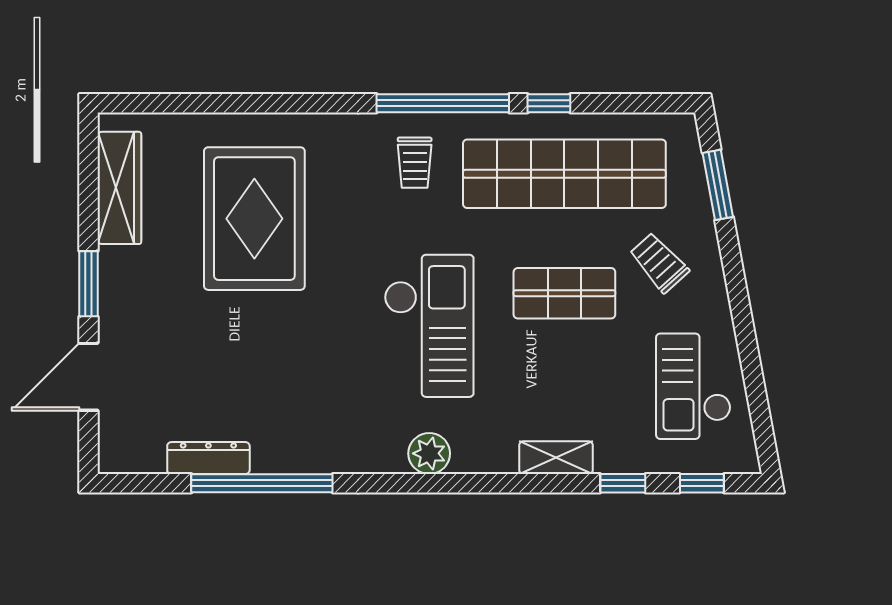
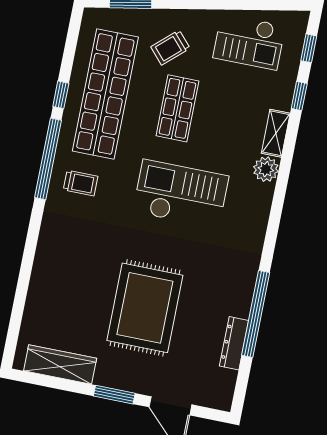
rug: (254, 219) -> (145, 308), moved, turned 90
plant: (429, 453) -> (266, 169), moved

